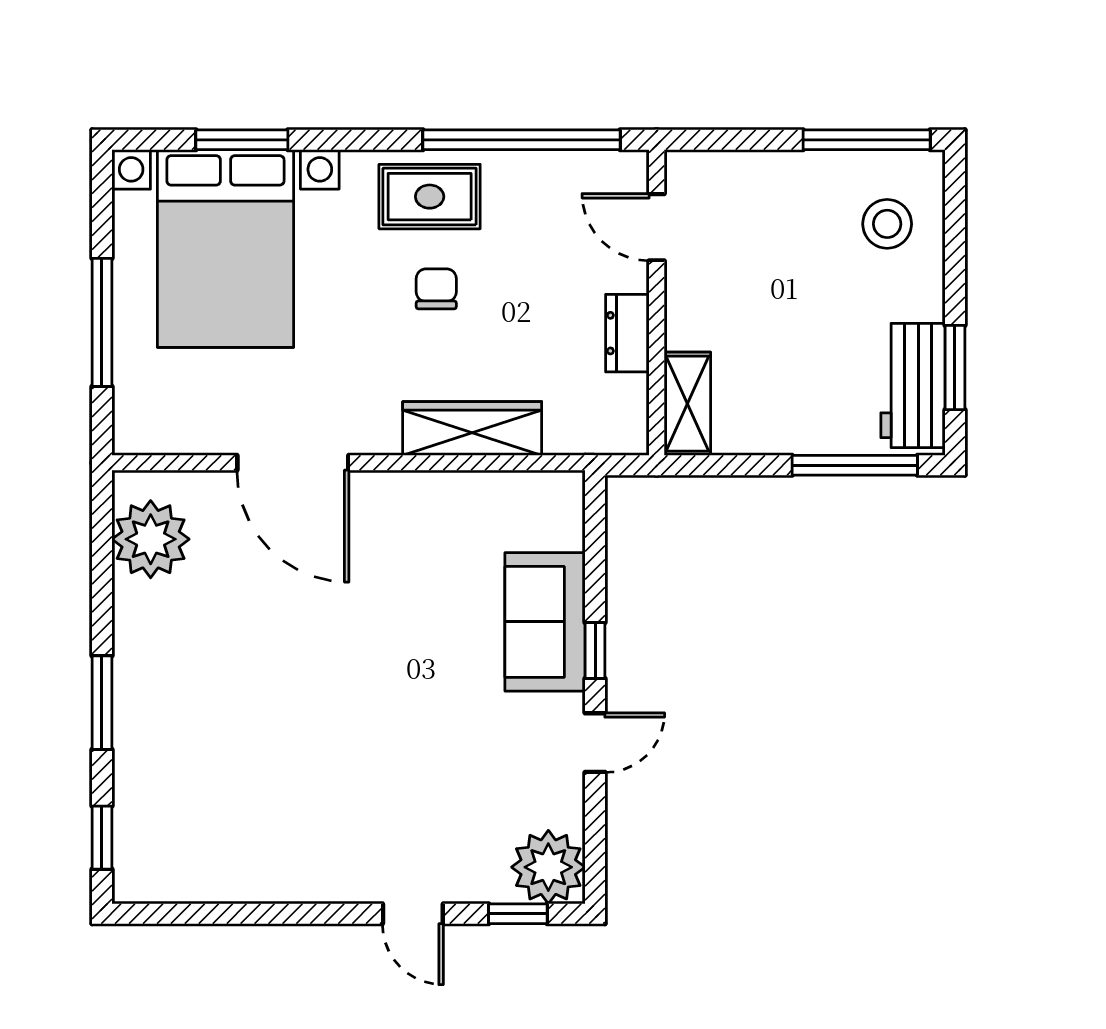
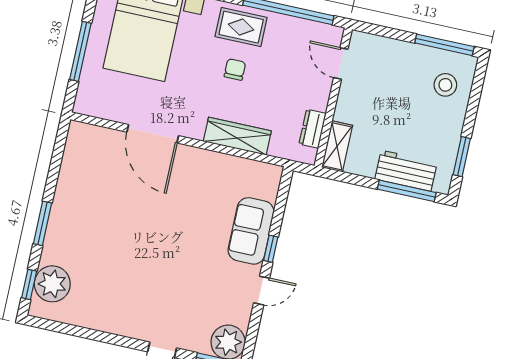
dresser: (627, 333) -> (313, 129), moved
workbench: (913, 385) -> (406, 171), moved, turned 90
plant: (151, 539) -> (52, 284), moved

